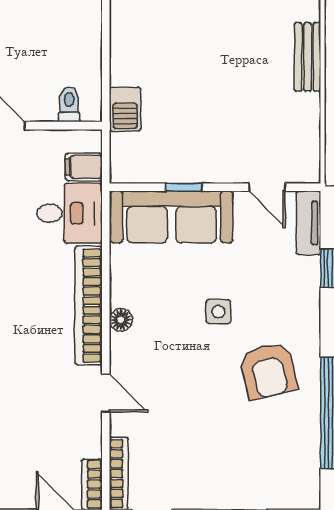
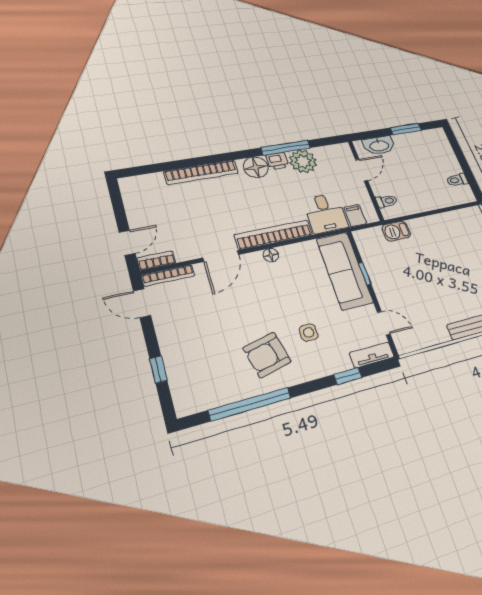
door: (267, 187) -> (384, 323), swing flipped
side table: (218, 311) -> (309, 333), moved
door: (106, 393) -> (221, 256), width x1.38

